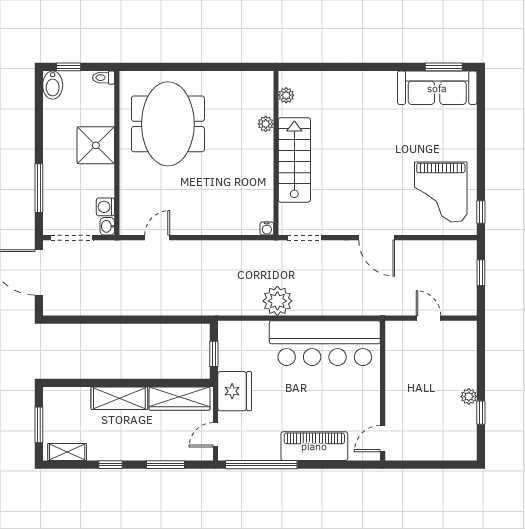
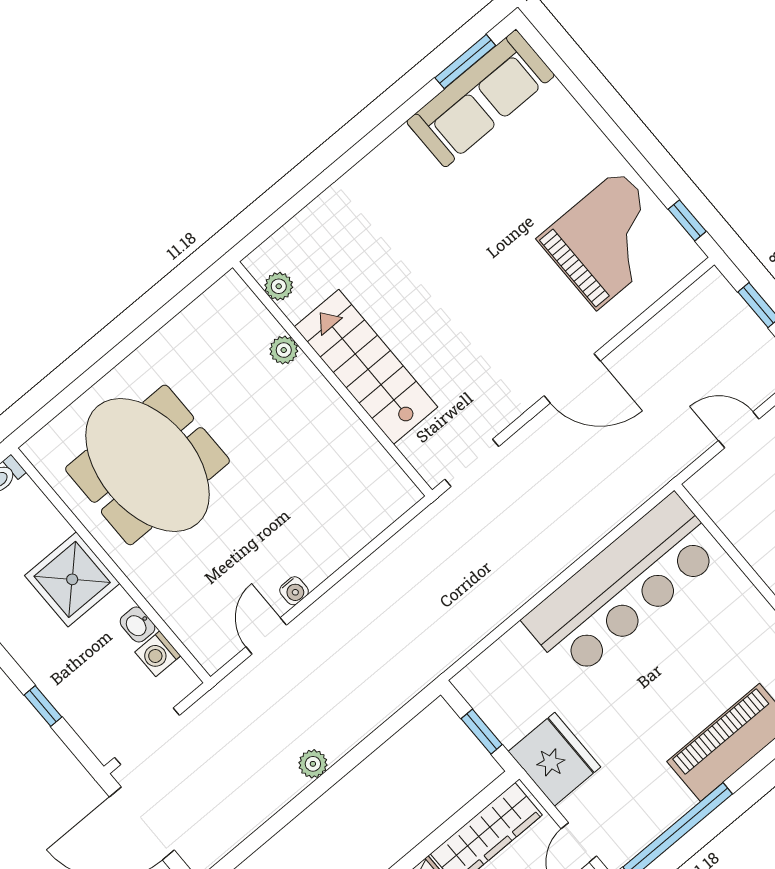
window: (39, 188) -> (43, 706), width x0.46
grand piano: (441, 192) -> (608, 240), turned -90
washbasin: (107, 226) -> (138, 625), moved
water cooler: (267, 229) -> (294, 591), moved
plant: (277, 301) -> (313, 764), moved, width x0.53, depth x0.53

